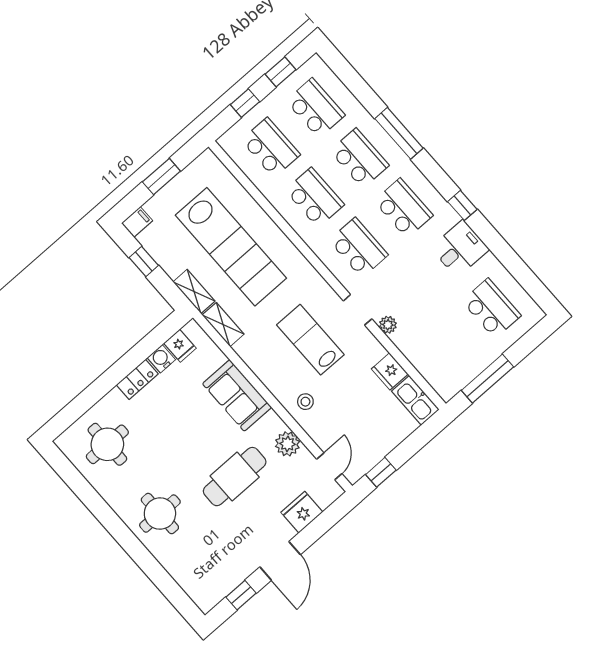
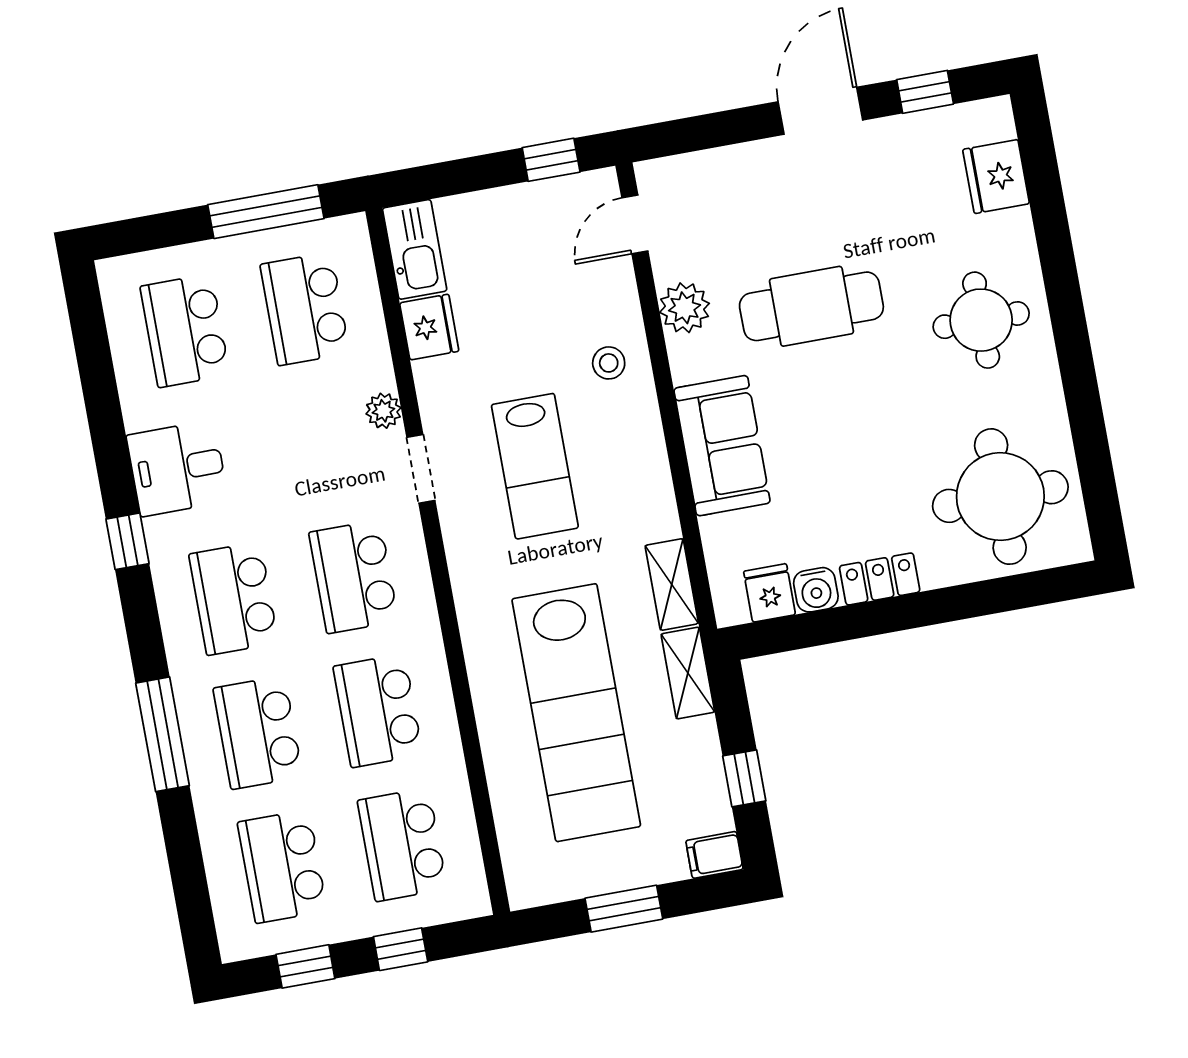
lab bench: (231, 247) -> (576, 713), turned 180
school desk: (447, 348) -> (305, 309), added
round table: (107, 444) -> (1000, 497), width x1.36, depth x1.36
fridge: (302, 512) -> (996, 177), moved, turned 90

